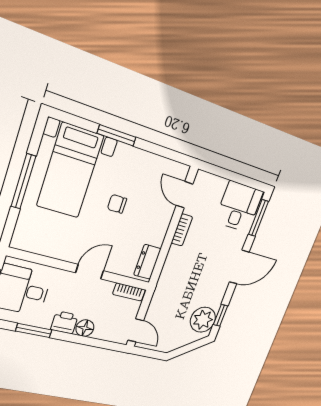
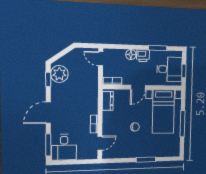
bed with nightstands: (70, 171) -> (163, 112), moved, turned 180
door: (185, 195) -> (100, 143), hinge flipped

